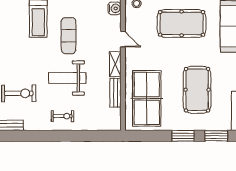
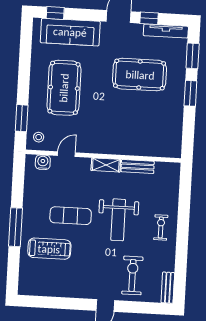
door: (123, 39) -> (66, 154), moved
table tennis table: (147, 98) -> (146, 132), removed

